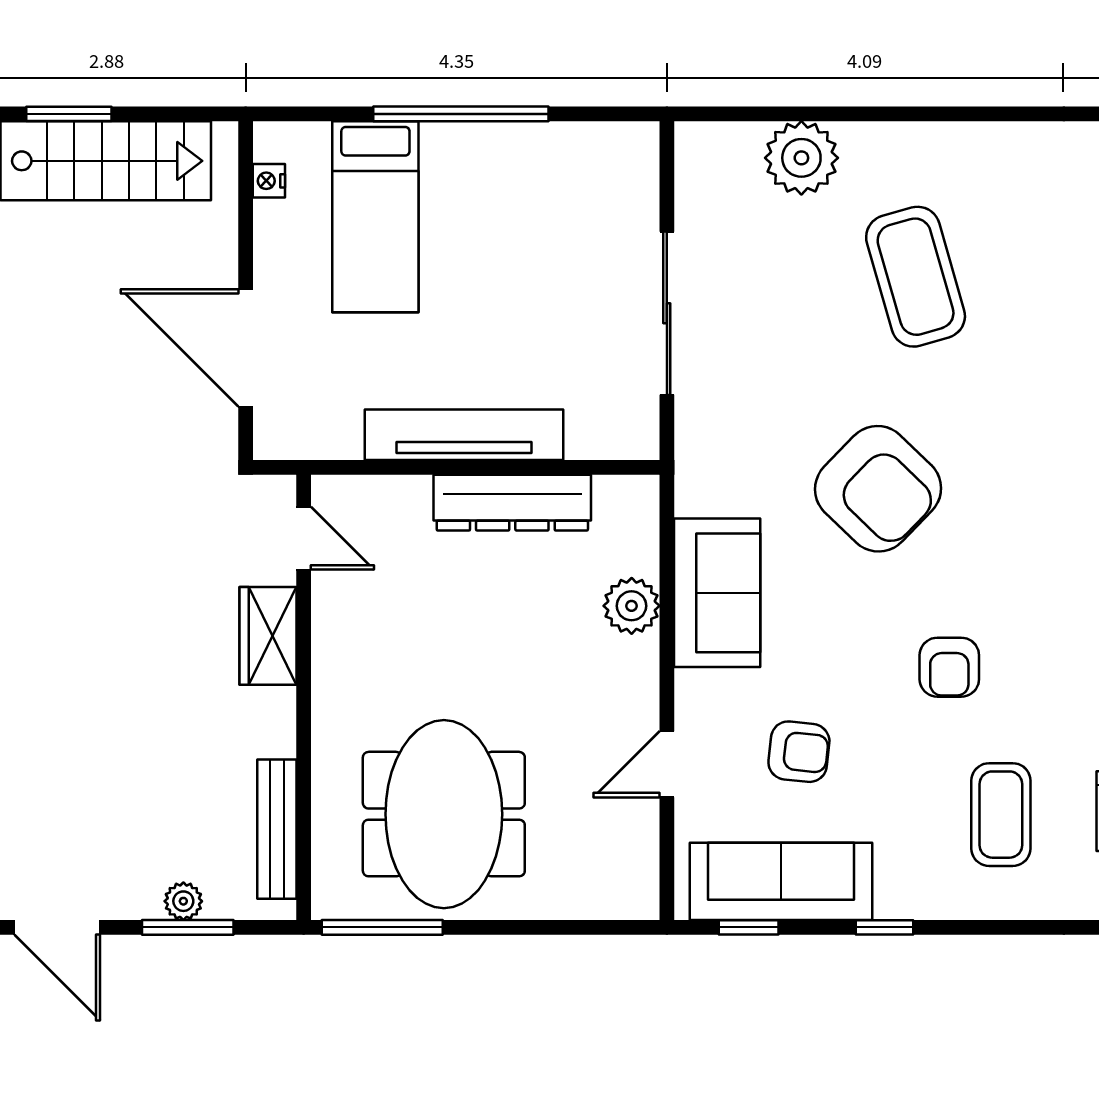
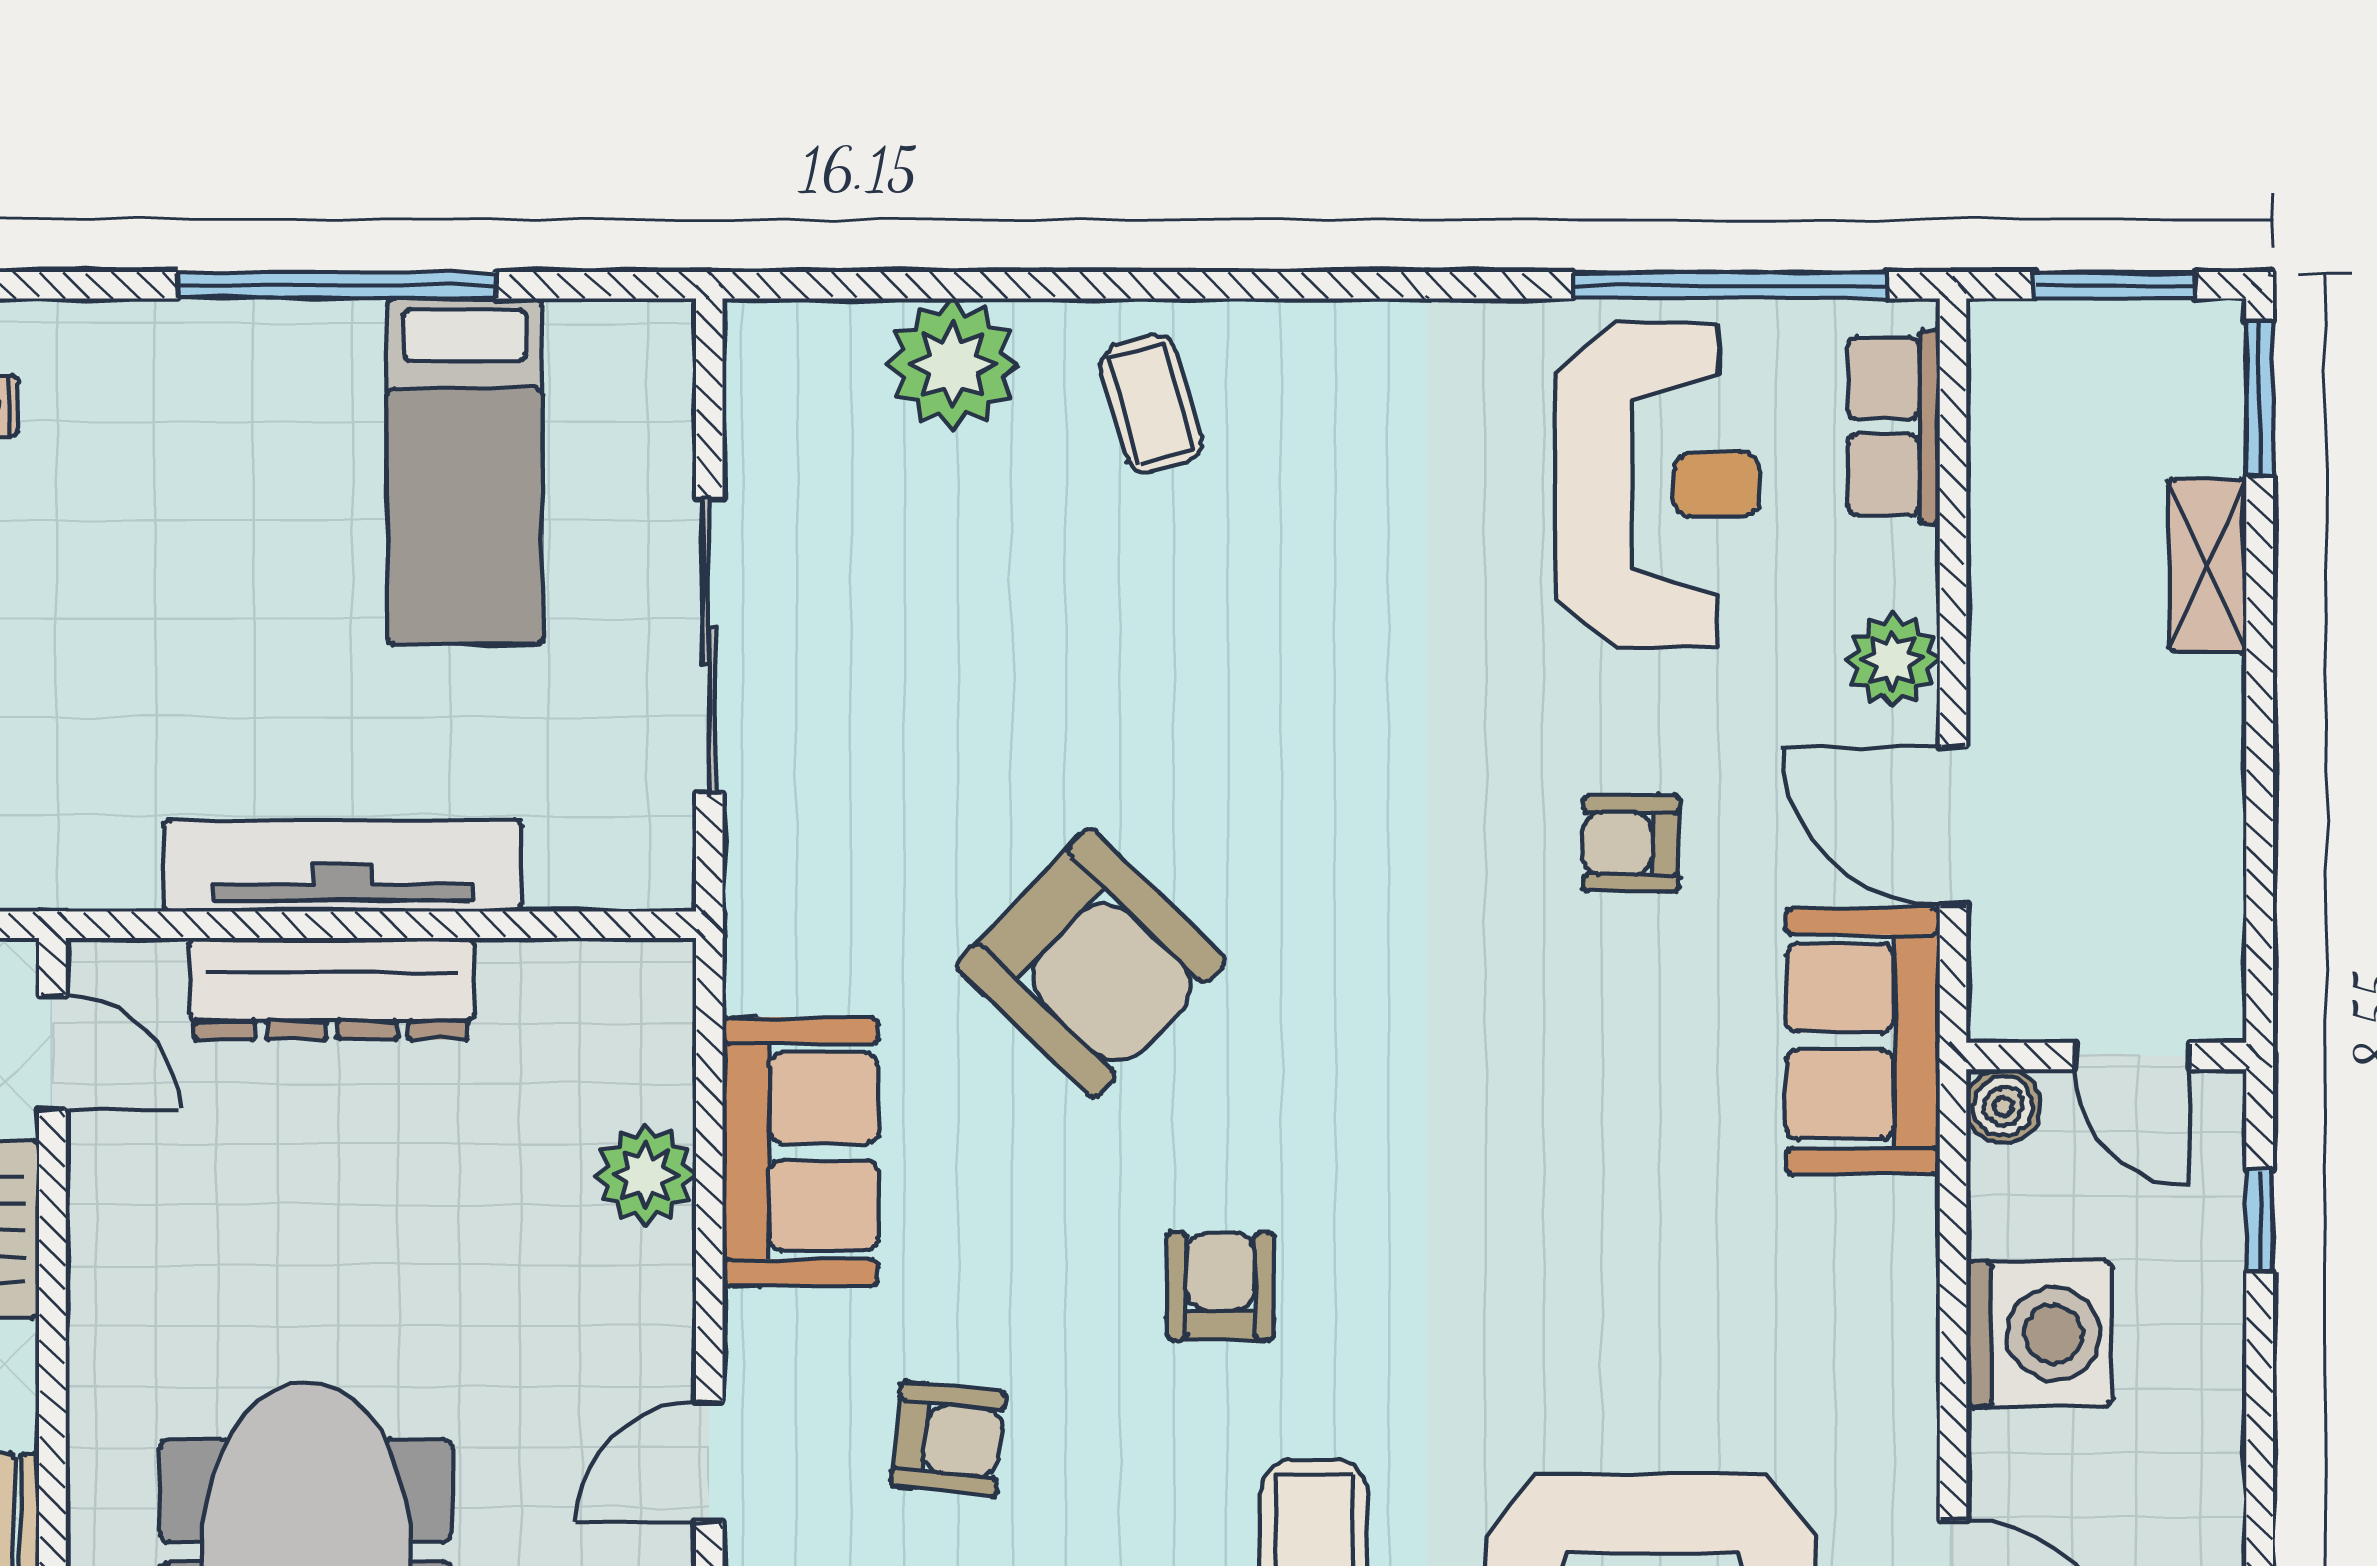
bed: (375, 217) -> (465, 471), moved
coffee table: (916, 277) -> (1151, 404), moved, width x0.54, depth x0.58
dresser: (512, 503) -> (332, 989), moved
armchair: (949, 667) -> (1220, 1286), turned 180

